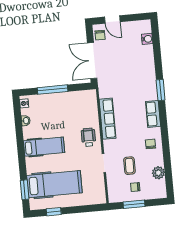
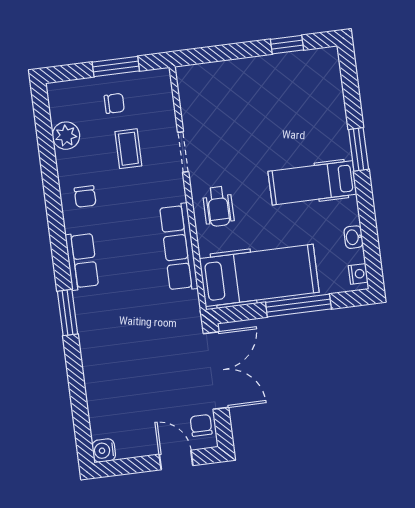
water cooler: (147, 39) -> (104, 450), moved
hospital bed: (54, 184) -> (259, 275), moved, turned 180
window: (25, 190) -> (359, 149), moved

